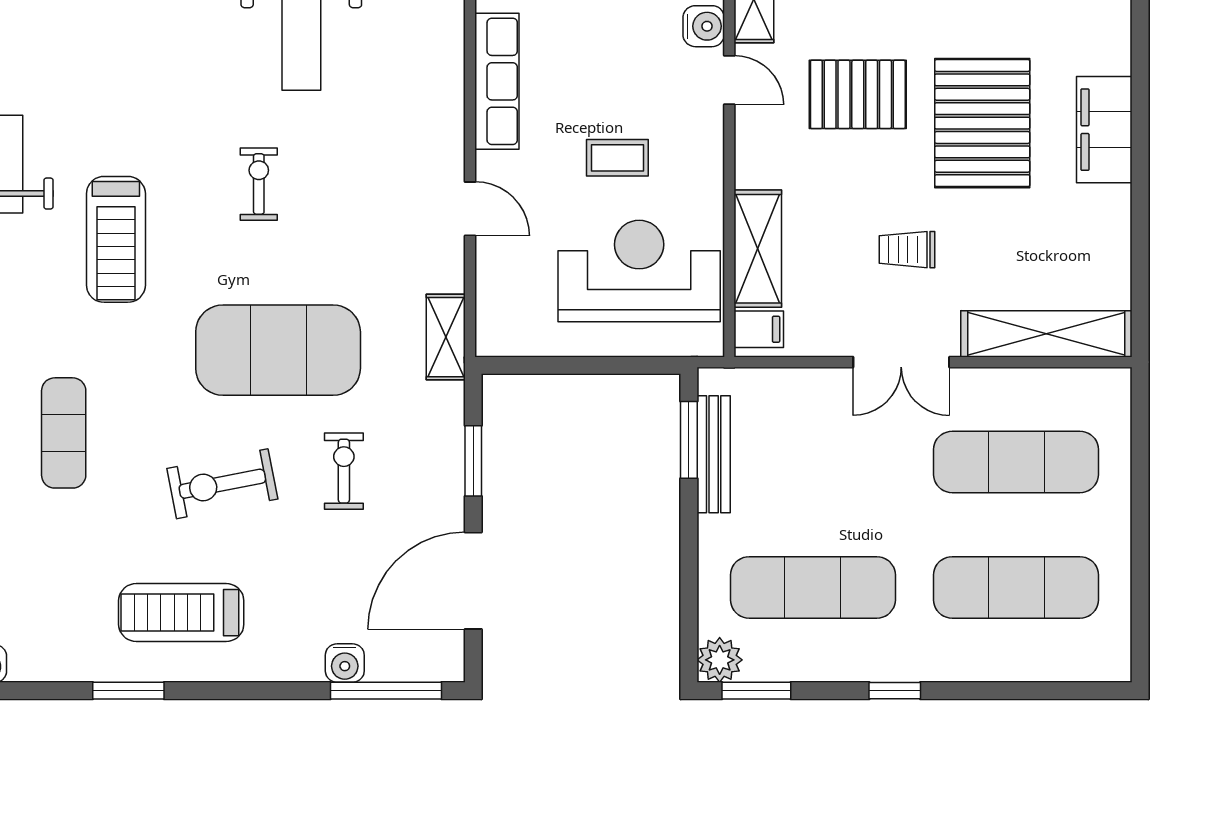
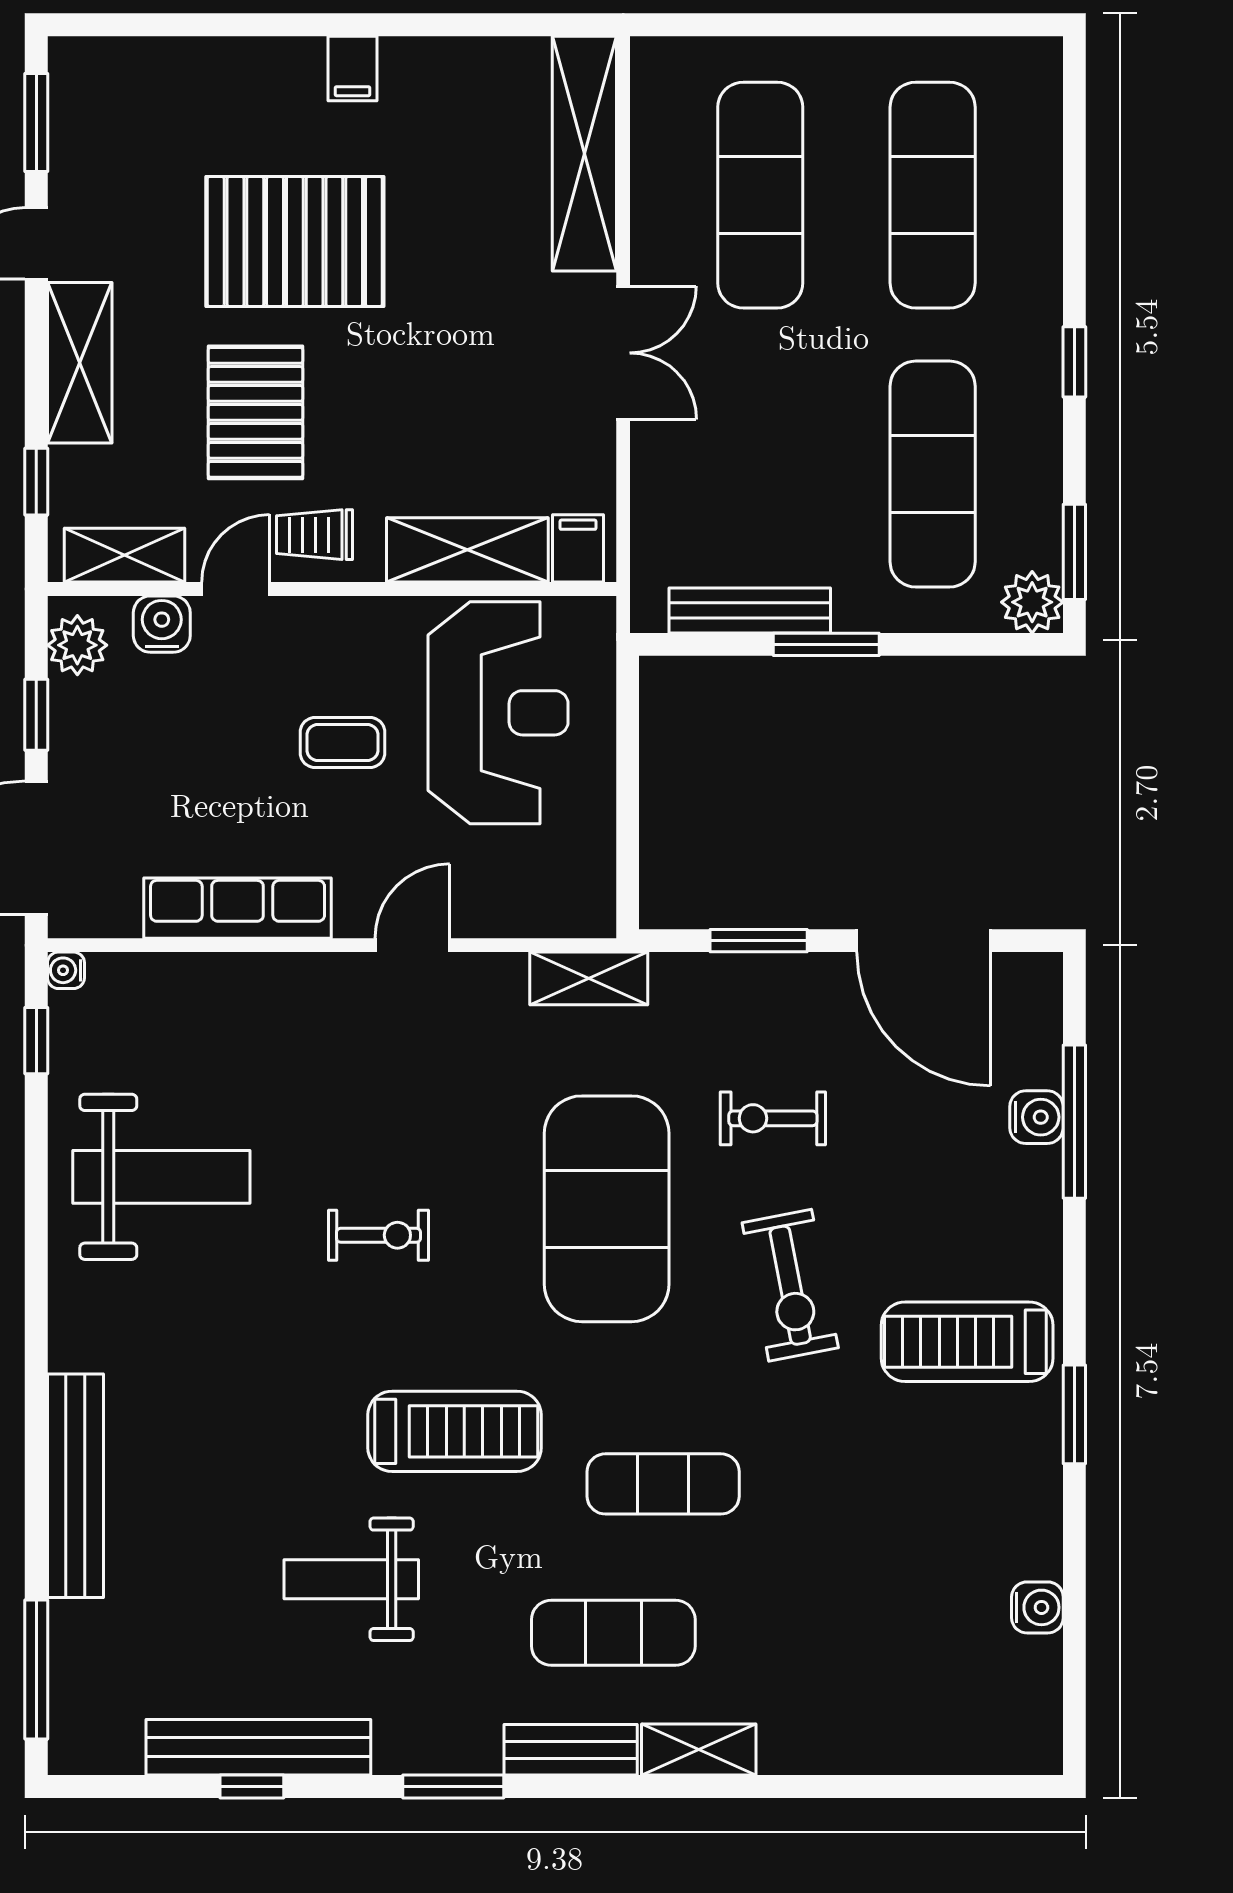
filing cabinet: (1104, 130) -> (353, 68), width x0.33, depth x0.86
coffee table: (617, 158) -> (343, 743), turned 90
exercise bike: (259, 184) -> (379, 1235), turned 180
trolley: (907, 250) -> (315, 535), moved, turned 90
reception desk: (639, 271) -> (498, 713), turned 180
exercise mat: (64, 433) -> (663, 1484), moved
window: (689, 440) -> (826, 644), moved
treadmill: (181, 613) -> (967, 1342), turned 90
window: (386, 691) -> (1074, 1122), moved

